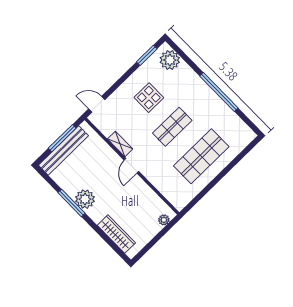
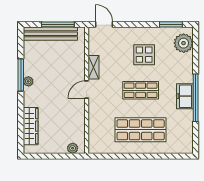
freezer: (210, 99) -> (185, 96), added
plant: (85, 199) -> (28, 81), width x0.53, depth x0.53

